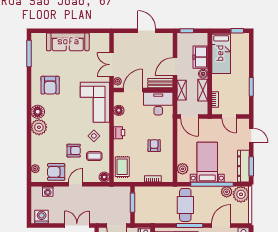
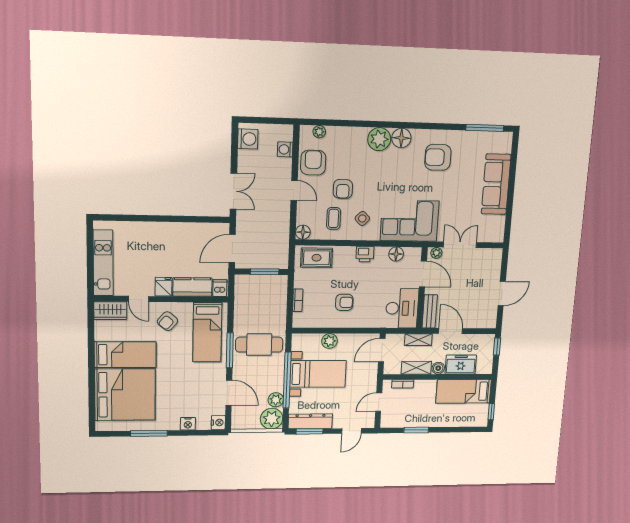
plant: (183, 169) -> (330, 341), moved

